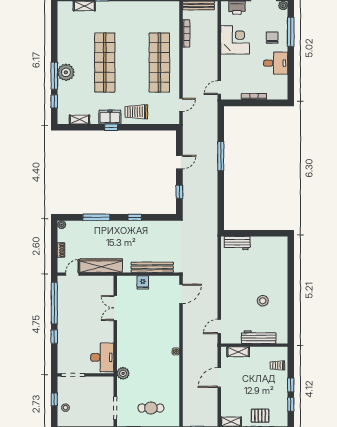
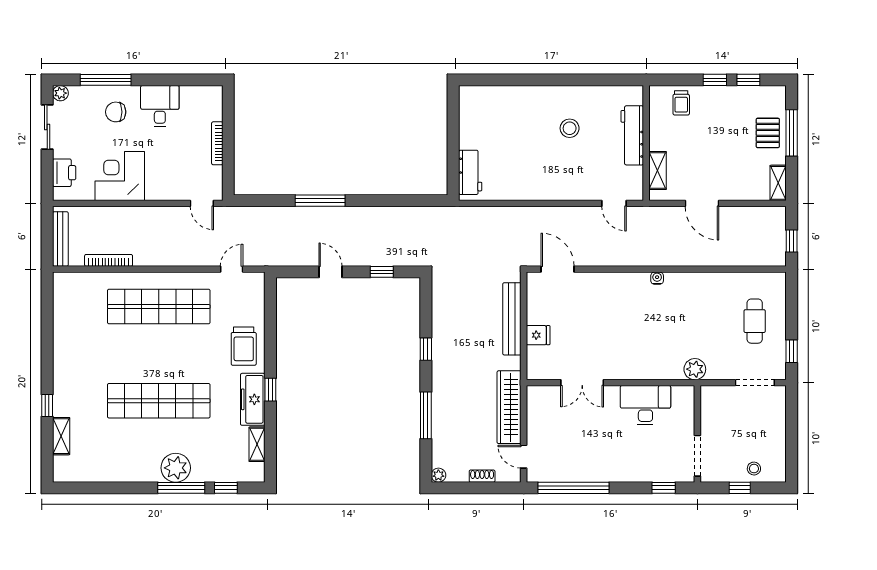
door: (181, 105) -> (232, 269), hinge flipped
freezer: (110, 117) -> (253, 399), width x1.40
window: (54, 337) -> (664, 488), moved
desk: (102, 357) -> (645, 405), moved

